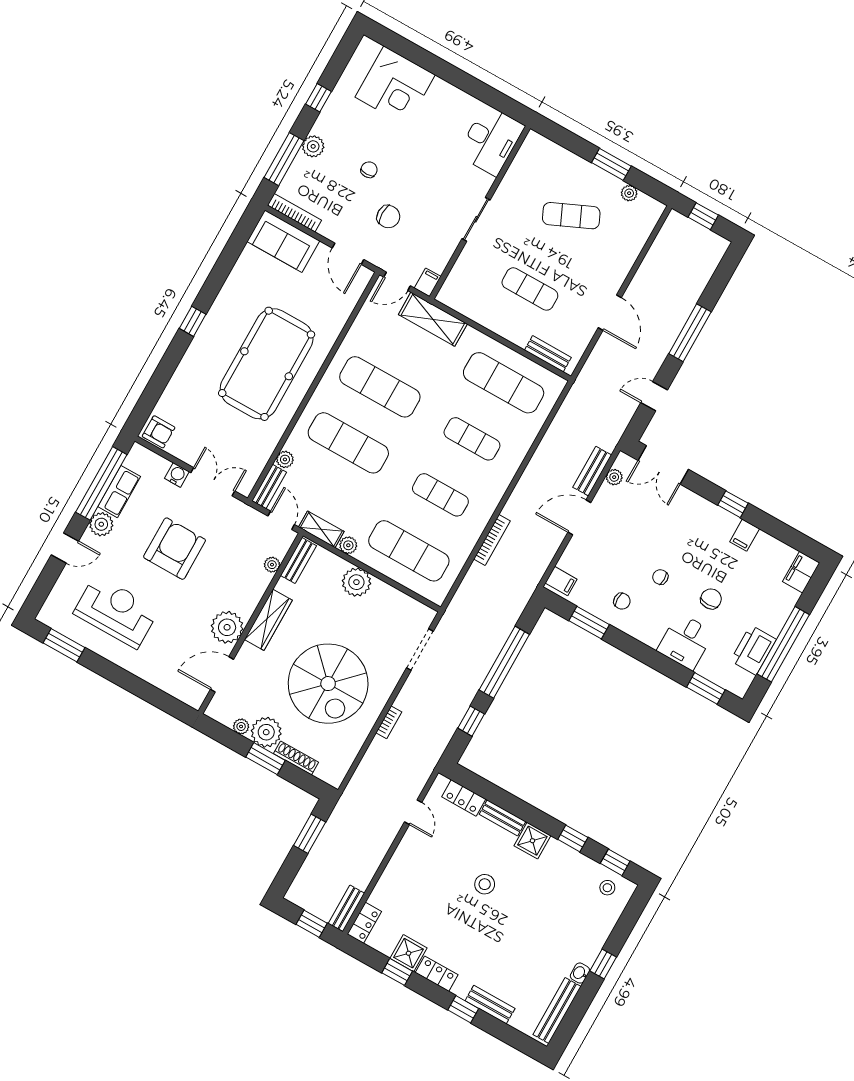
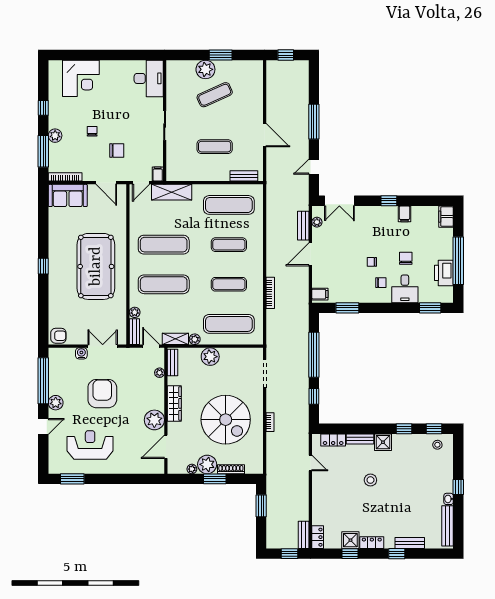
plant: (629, 193) -> (205, 69), moved, width x1.88, depth x1.88
row of seats: (119, 492) -> (55, 380), removed
chair: (622, 601) -> (381, 283), moved

